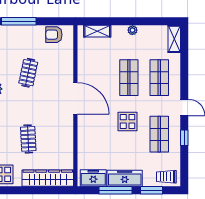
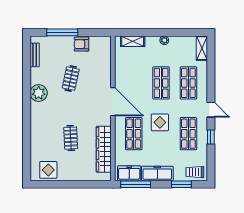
armchair: (54, 35) -> (82, 44), moved
shop shelf: (98, 134) -> (134, 134), added
wardrobe: (48, 178) -> (104, 149), moved, turned -90
window: (115, 190) -> (136, 184), moved

